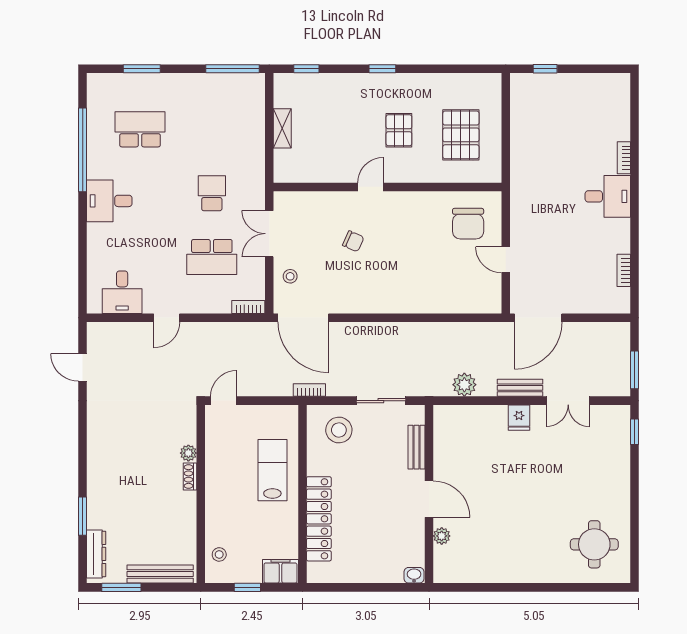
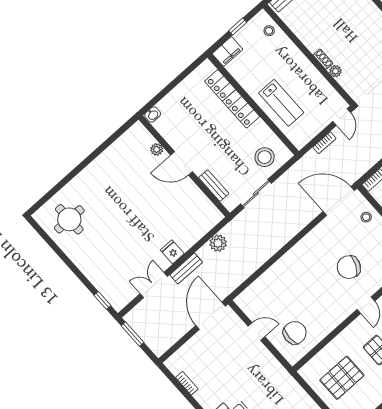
pallet: (461, 135) -> (342, 378), turned 90
chair: (468, 224) -> (295, 333), turned 90
chair: (353, 241) -> (349, 267), width x1.87, depth x1.87
bookcase: (309, 390) -> (324, 143), moved

